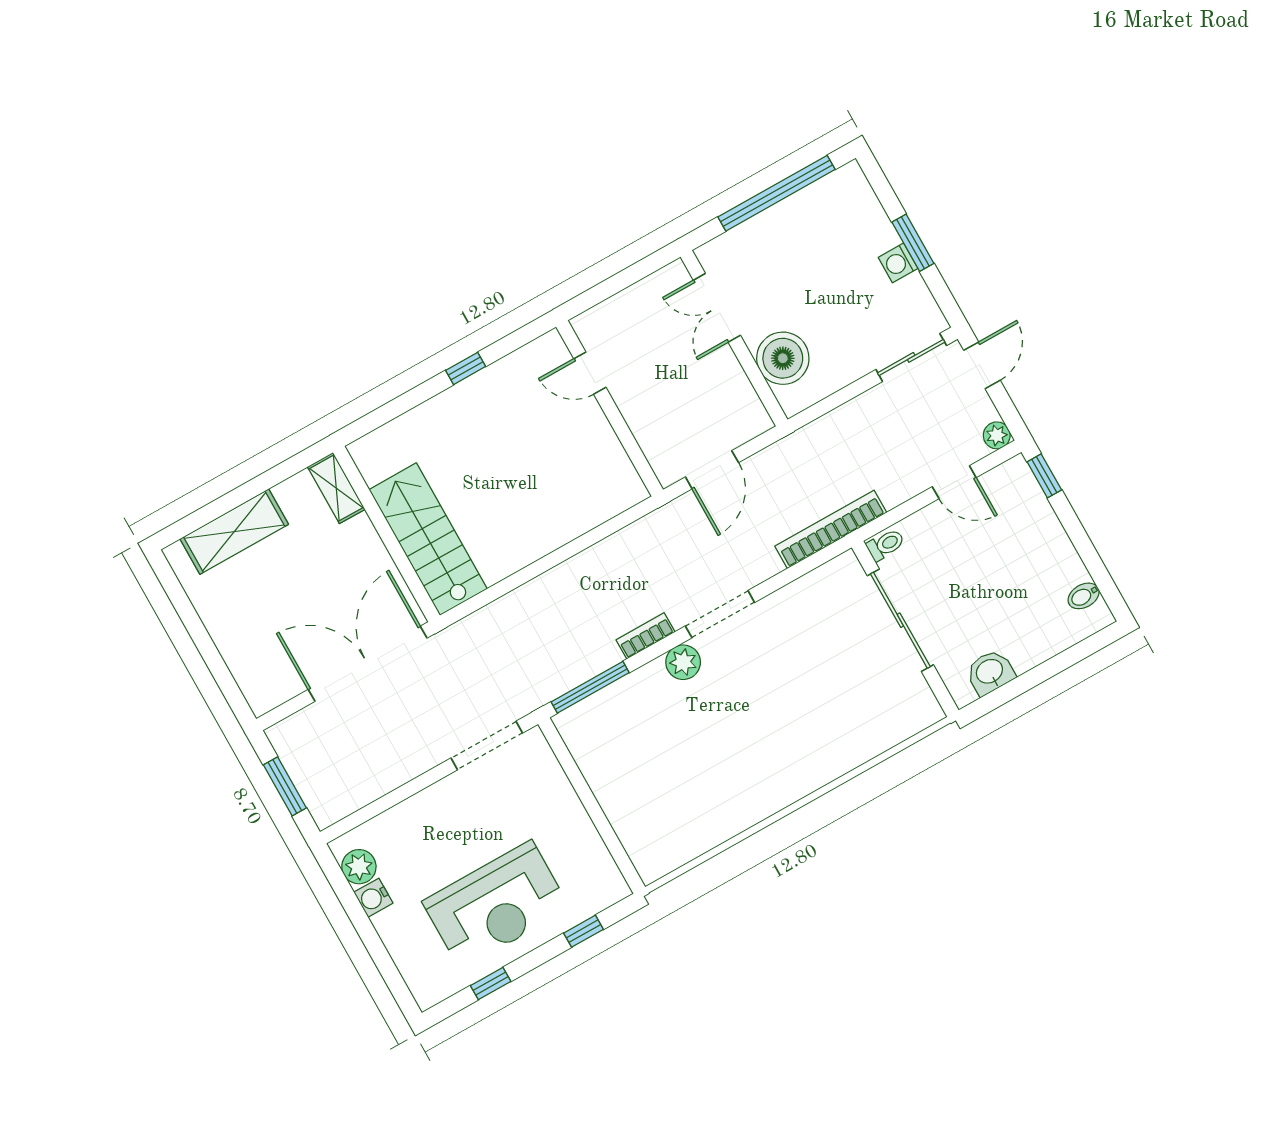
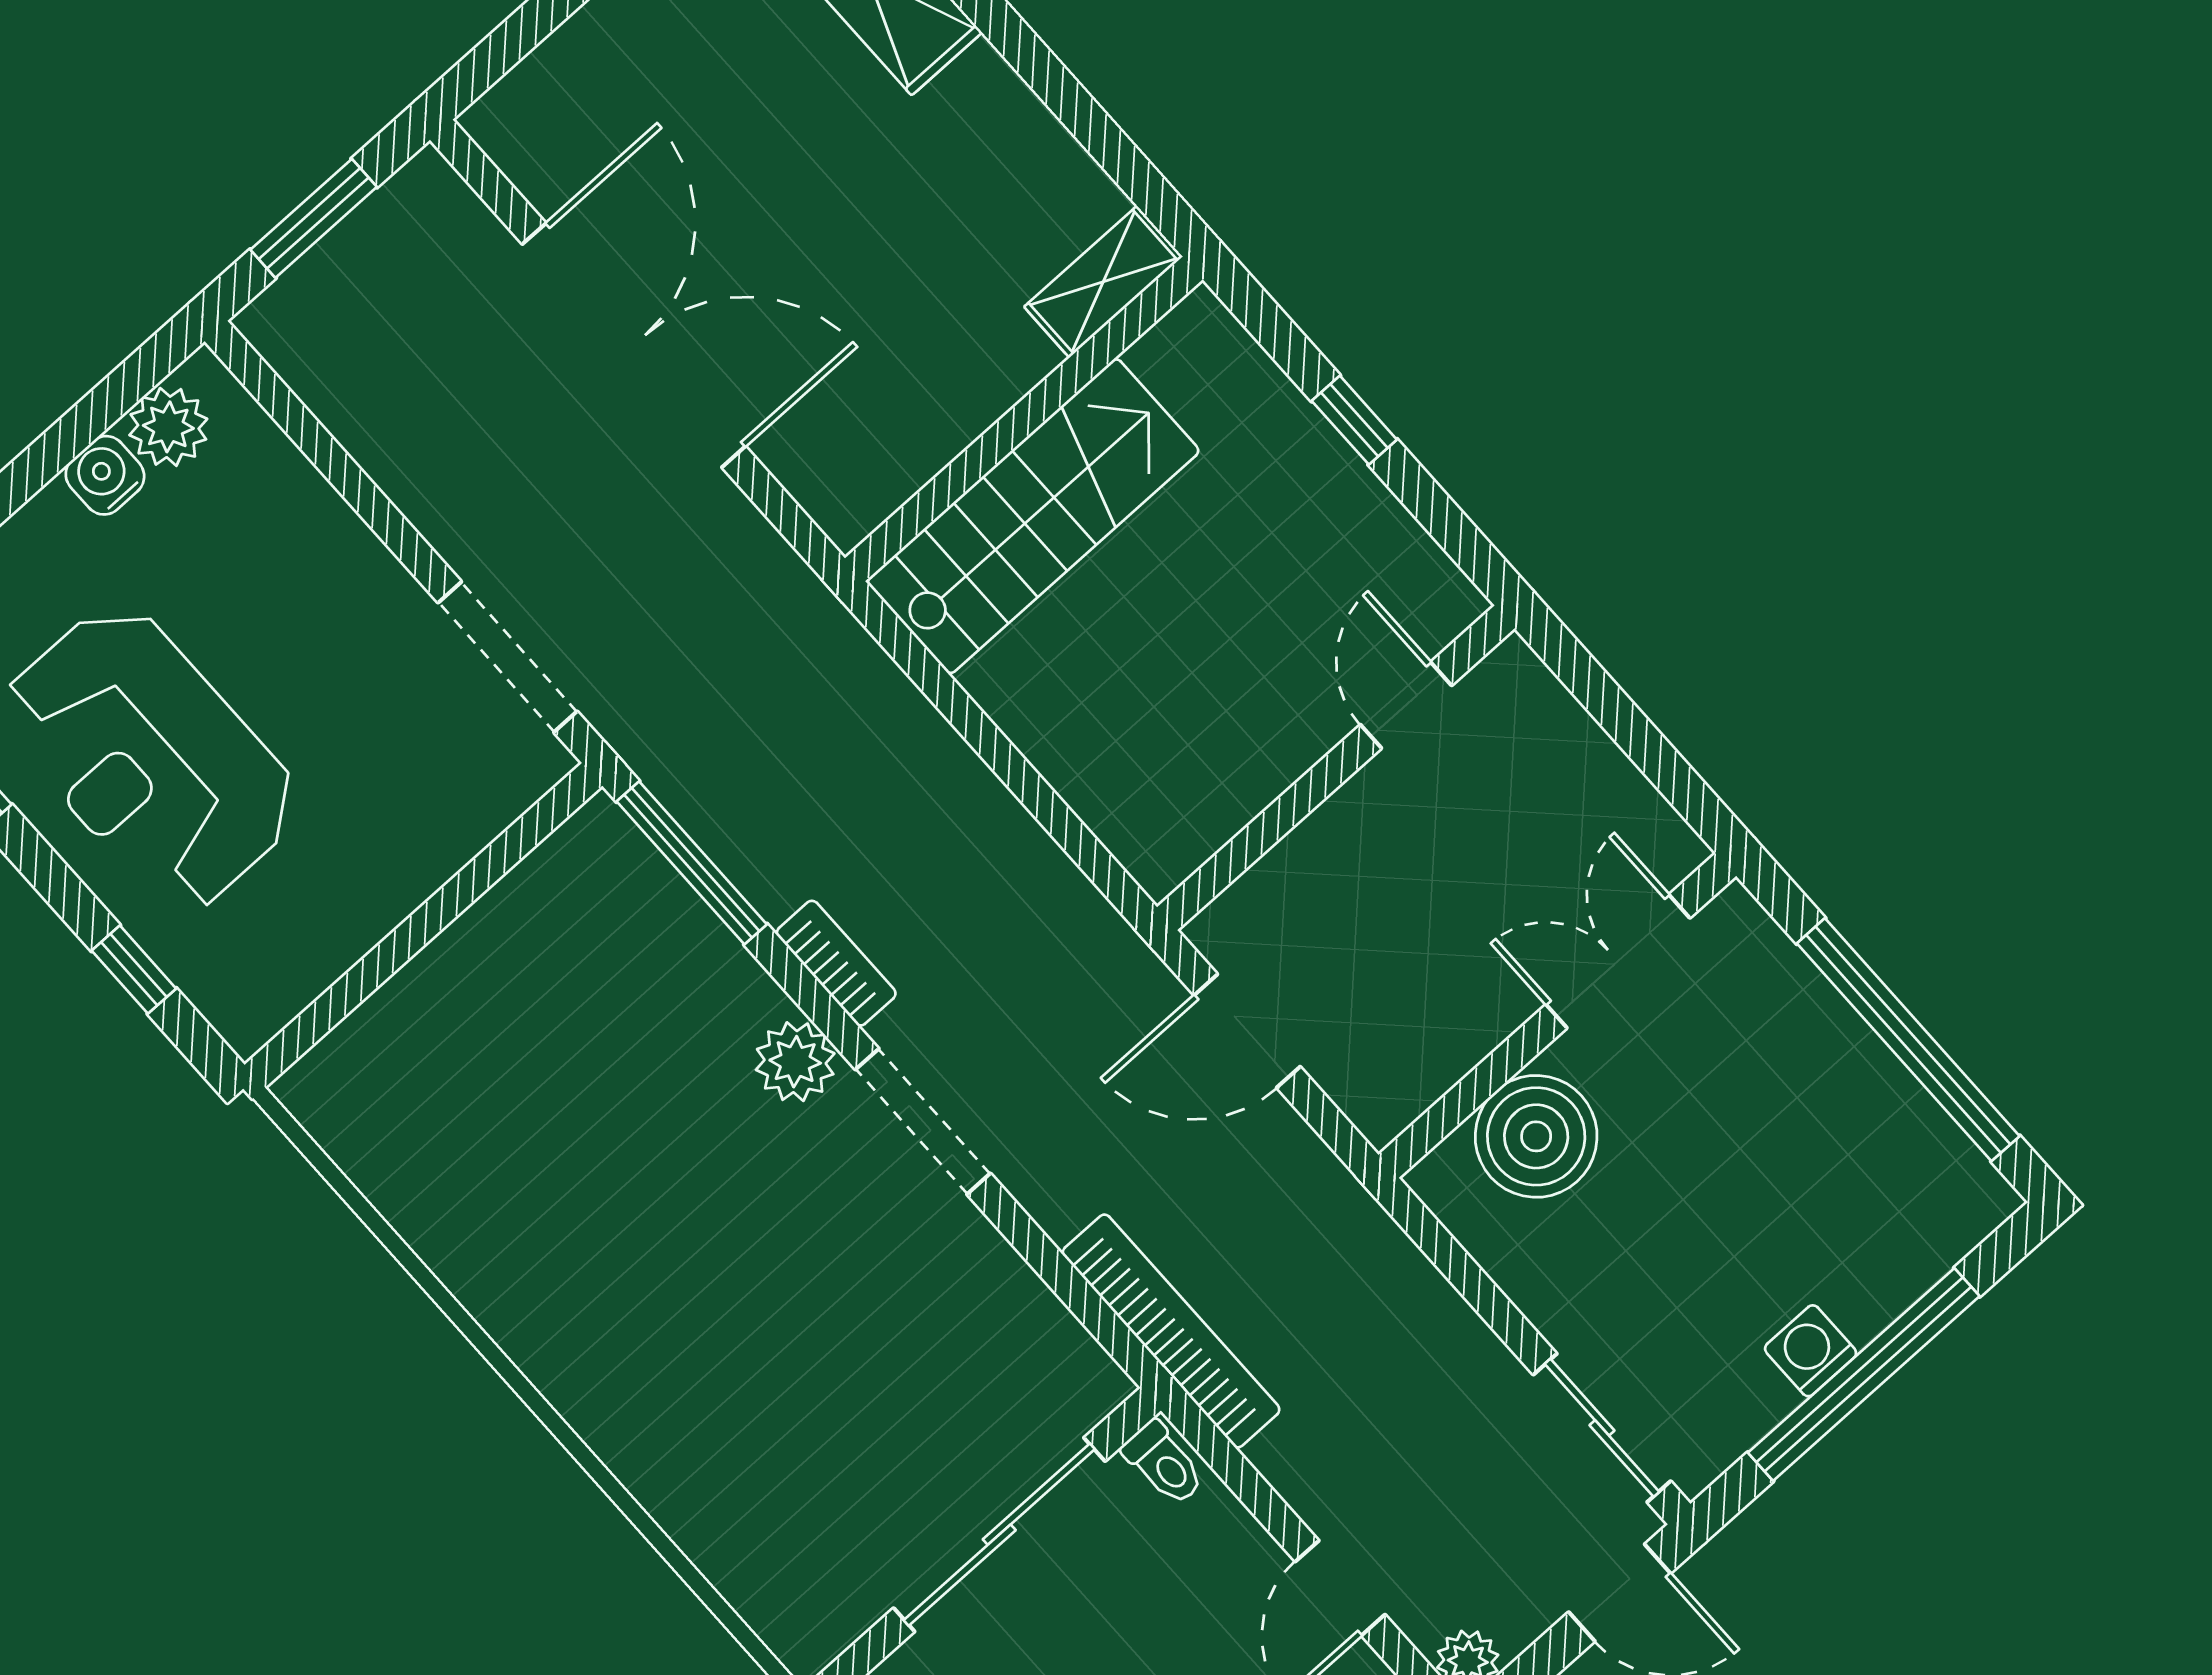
window: (913, 243) -> (1864, 1374), width x2.11
shelving: (336, 488) -> (1103, 282), moved
wall: (386, 534) -> (1024, 419), moved
stairs: (428, 539) -> (1033, 516), moved

